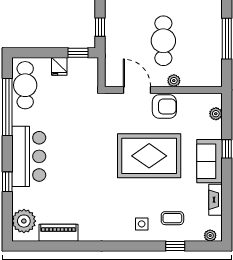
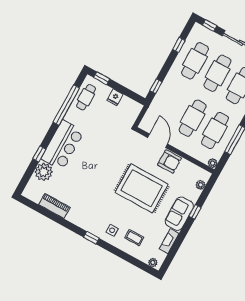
cafe table: (198, 41) -> (215, 130), added
window: (78, 53) -> (102, 78), moved
plant: (174, 81) -> (213, 163), moved
cafe table: (25, 85) -> (86, 97), width x0.73, depth x0.74
plant: (24, 221) -> (44, 172), moved
window: (175, 246) -> (91, 238), moved

